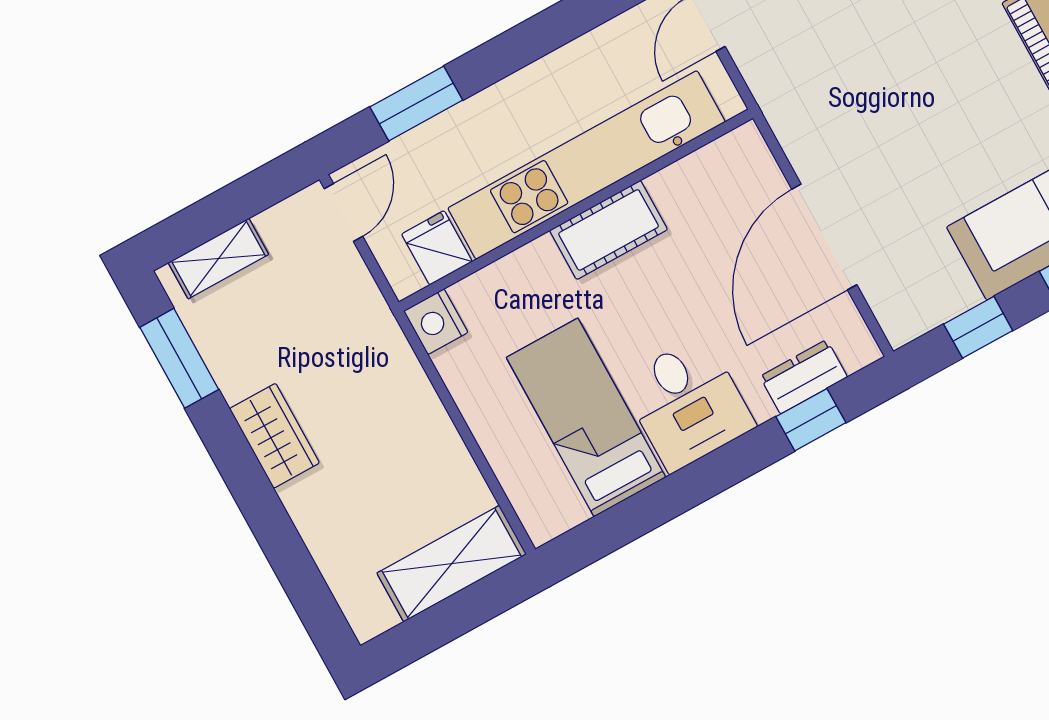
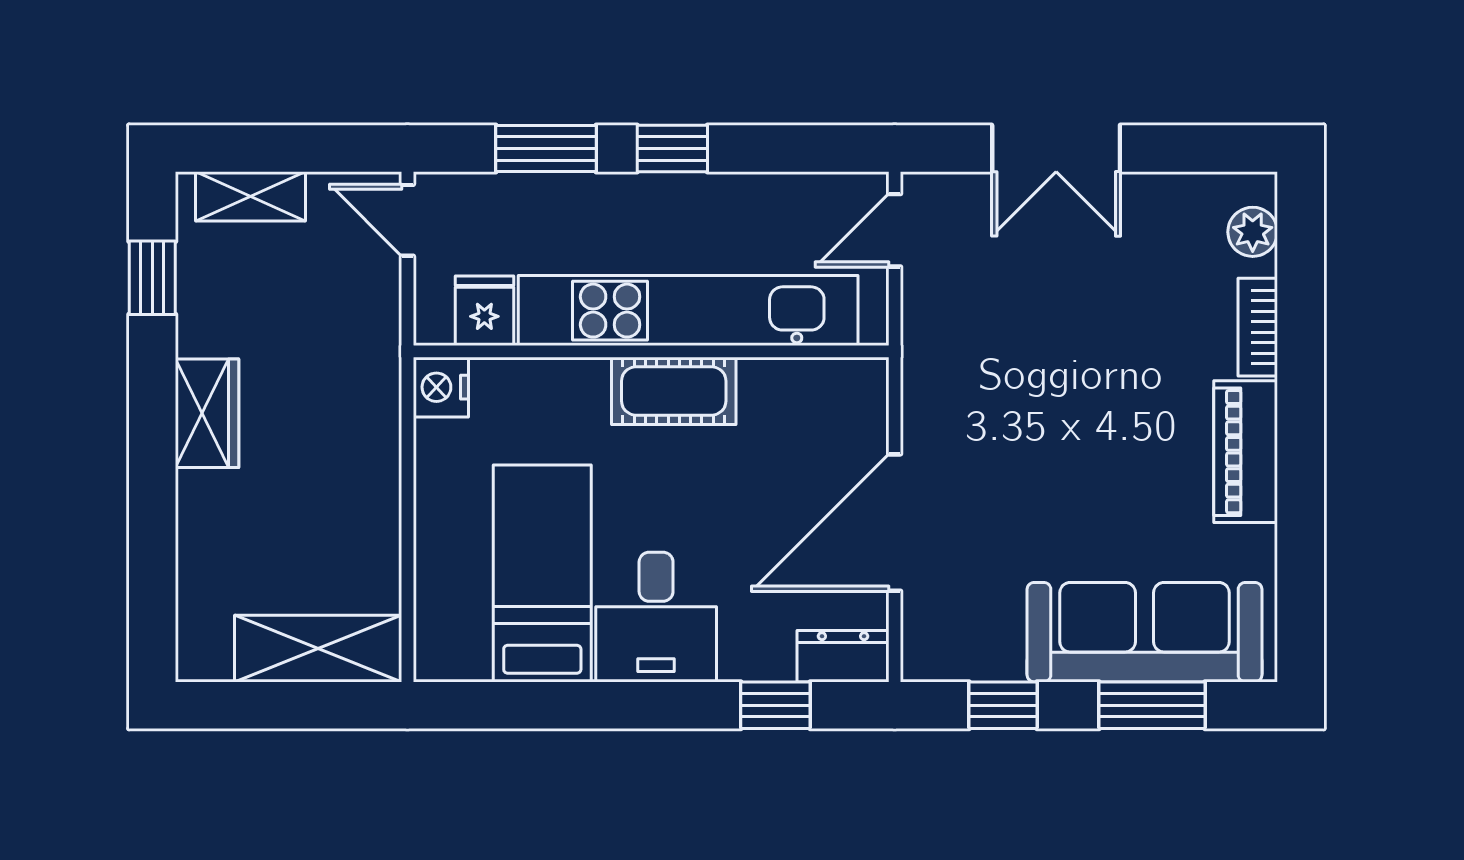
window: (509, 52) -> (672, 148), added
door: (344, 212) -> (407, 220), swing flipped
window: (179, 358) -> (152, 278), width x0.67
dresser: (804, 377) -> (843, 656), moved

